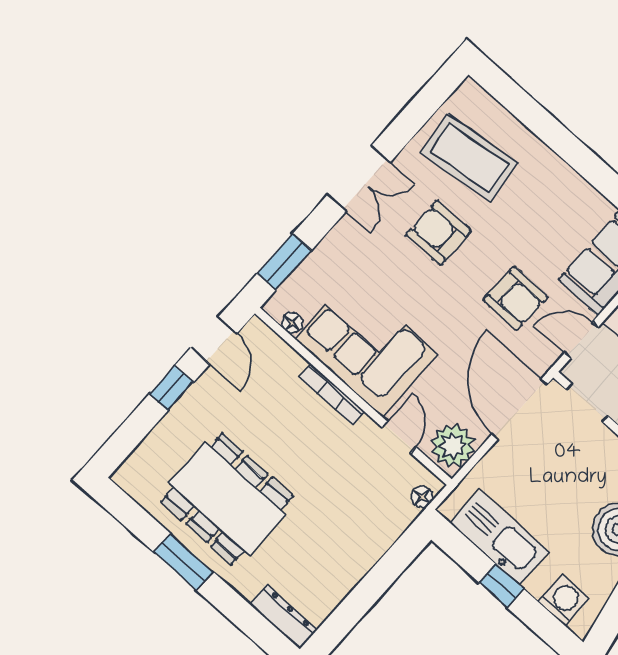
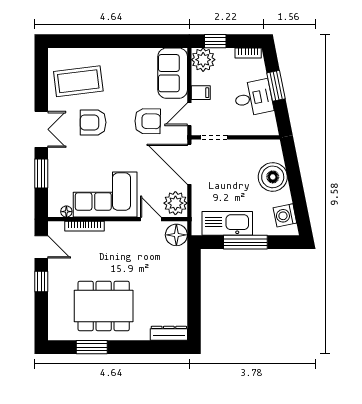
window: (284, 262) -> (41, 173), moved
bookcase: (332, 394) -> (84, 226), moved
floor lamp: (422, 497) -> (176, 235), width x1.89, depth x1.89
window: (183, 562) -> (92, 347), moved
window: (501, 586) -> (245, 242), width x2.17
washing machine: (564, 600) -> (285, 215), moved, turned -101

